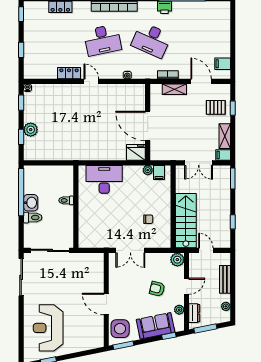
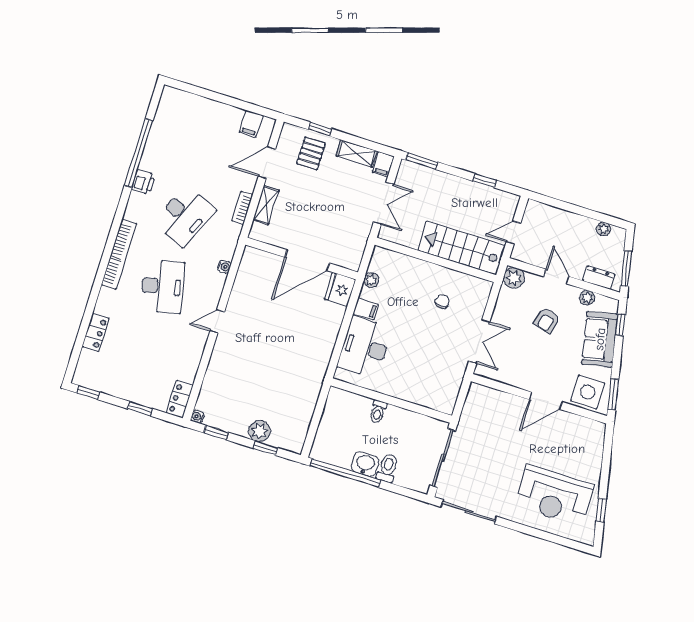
locker: (69, 73) -> (180, 399), moved
filing cabinet: (159, 172) -> (366, 309), moved
bench: (225, 279) -> (564, 218), removed

